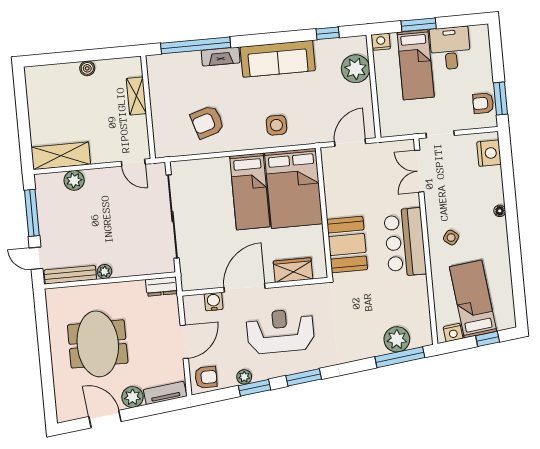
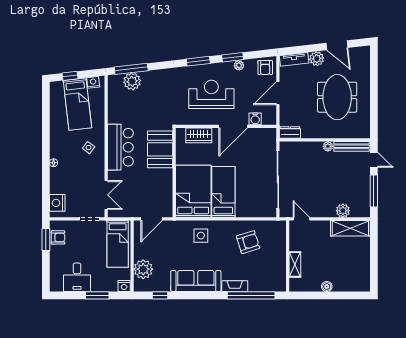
bed: (416, 65) -> (118, 244), moved, turned 180
reception desk: (280, 331) -> (211, 94), turned 180
armchair: (206, 377) -> (265, 68), turned -90

